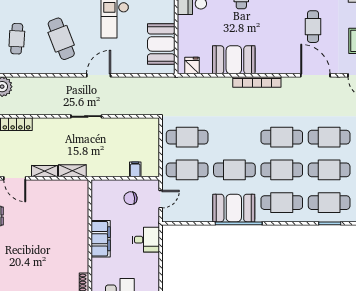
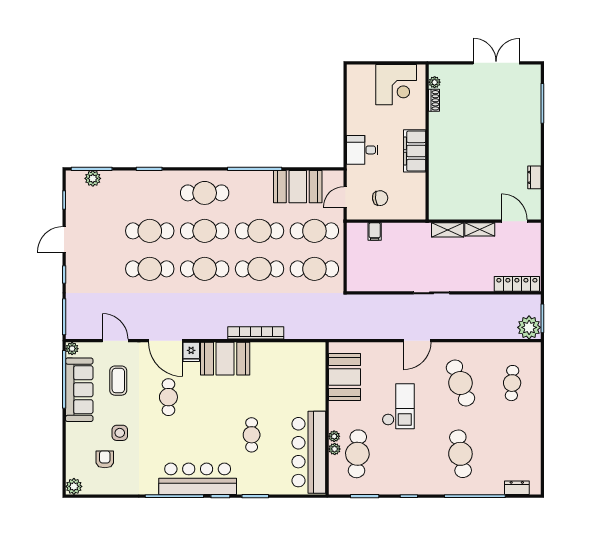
booth: (234, 60) -> (225, 359), moved
fridge: (192, 66) -> (191, 352), moved
bookcase: (257, 82) -> (256, 333), moved
cafe table: (329, 203) -> (260, 269), moved
booth: (234, 208) -> (298, 187), moved

